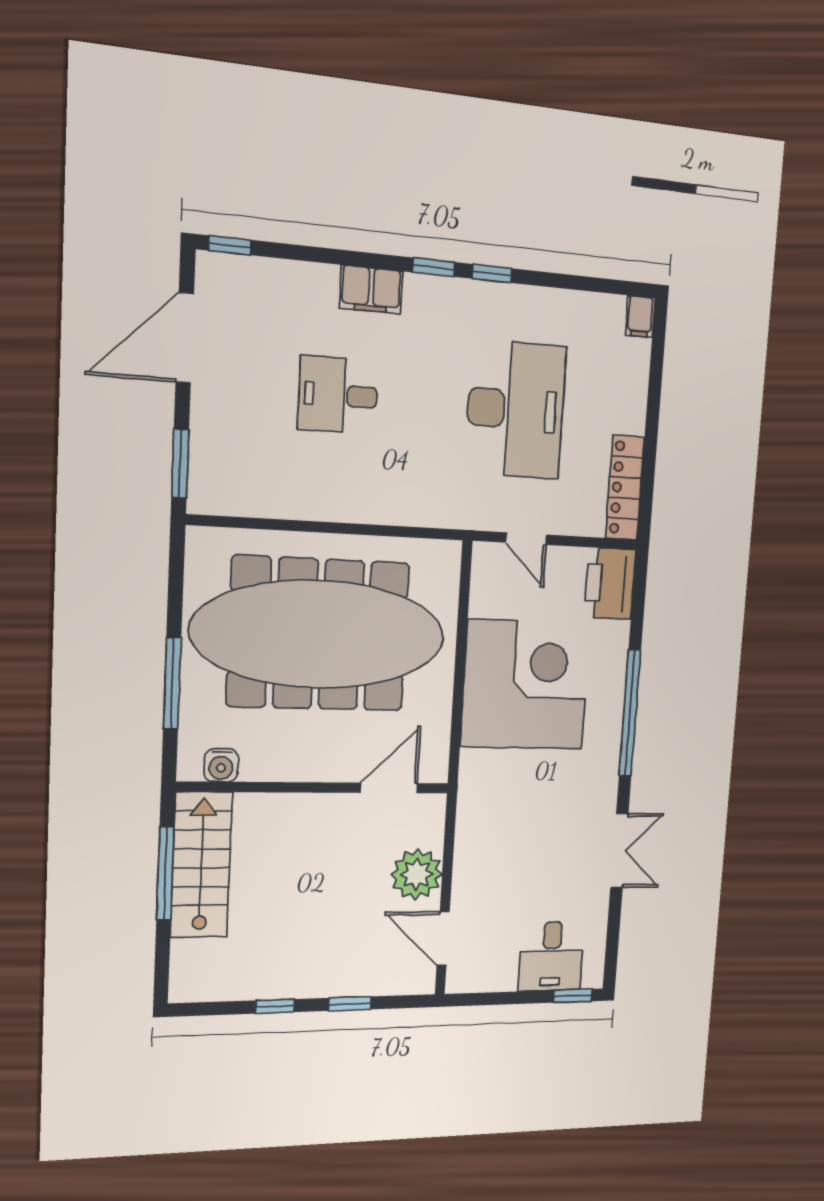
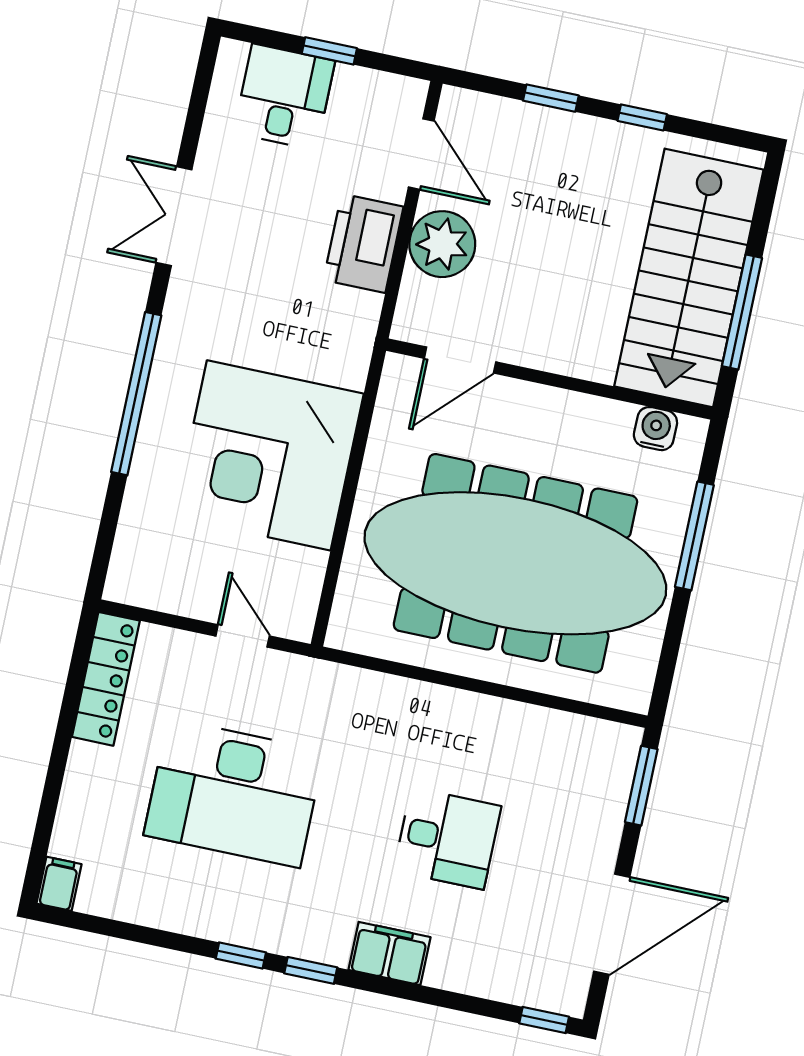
desk: (516, 410) -> (234, 793), turned -90
printer: (610, 584) -> (363, 243), moved, turned 180
stairs: (201, 865) -> (689, 278), width x1.36, depth x1.51
window: (573, 996) -> (329, 51), moved

